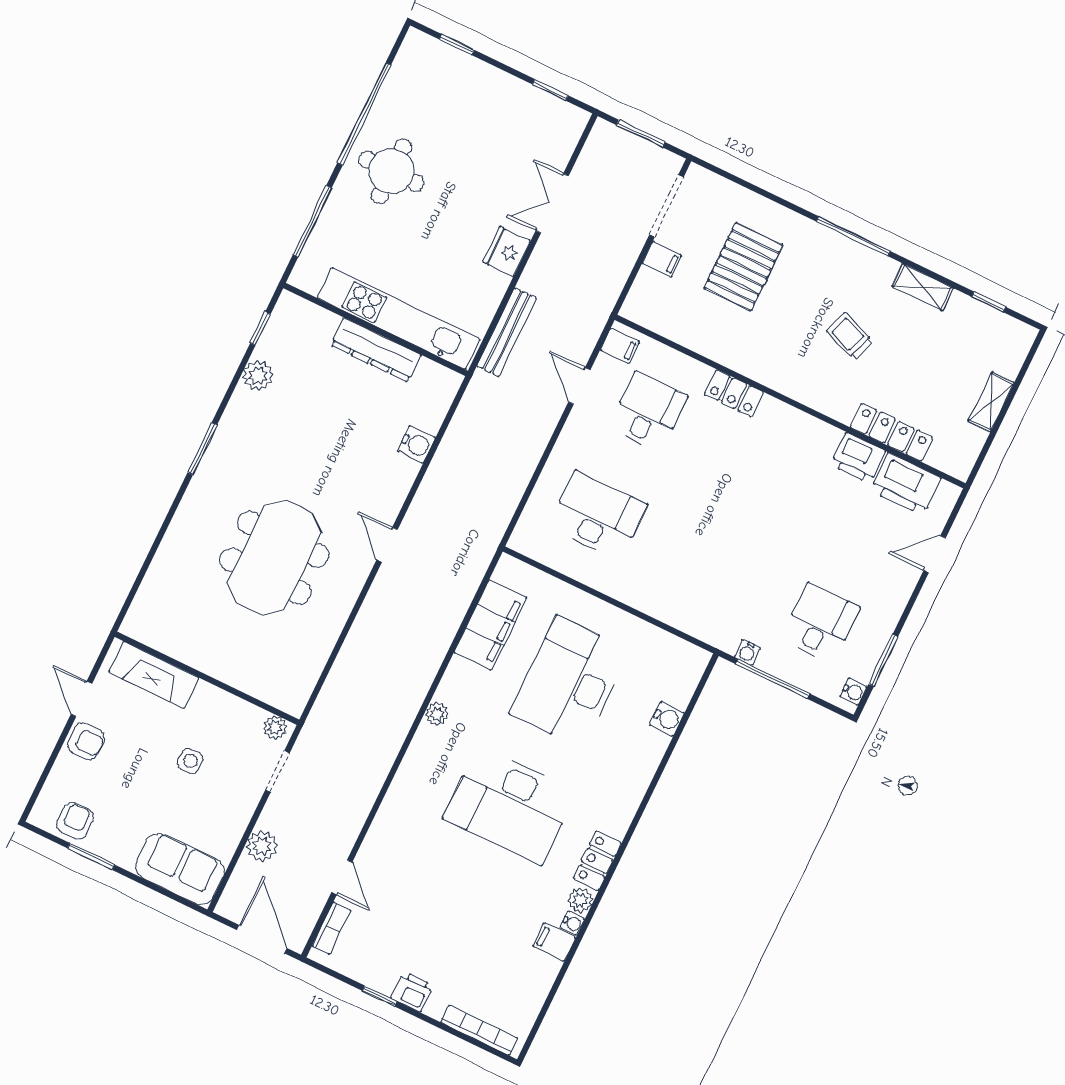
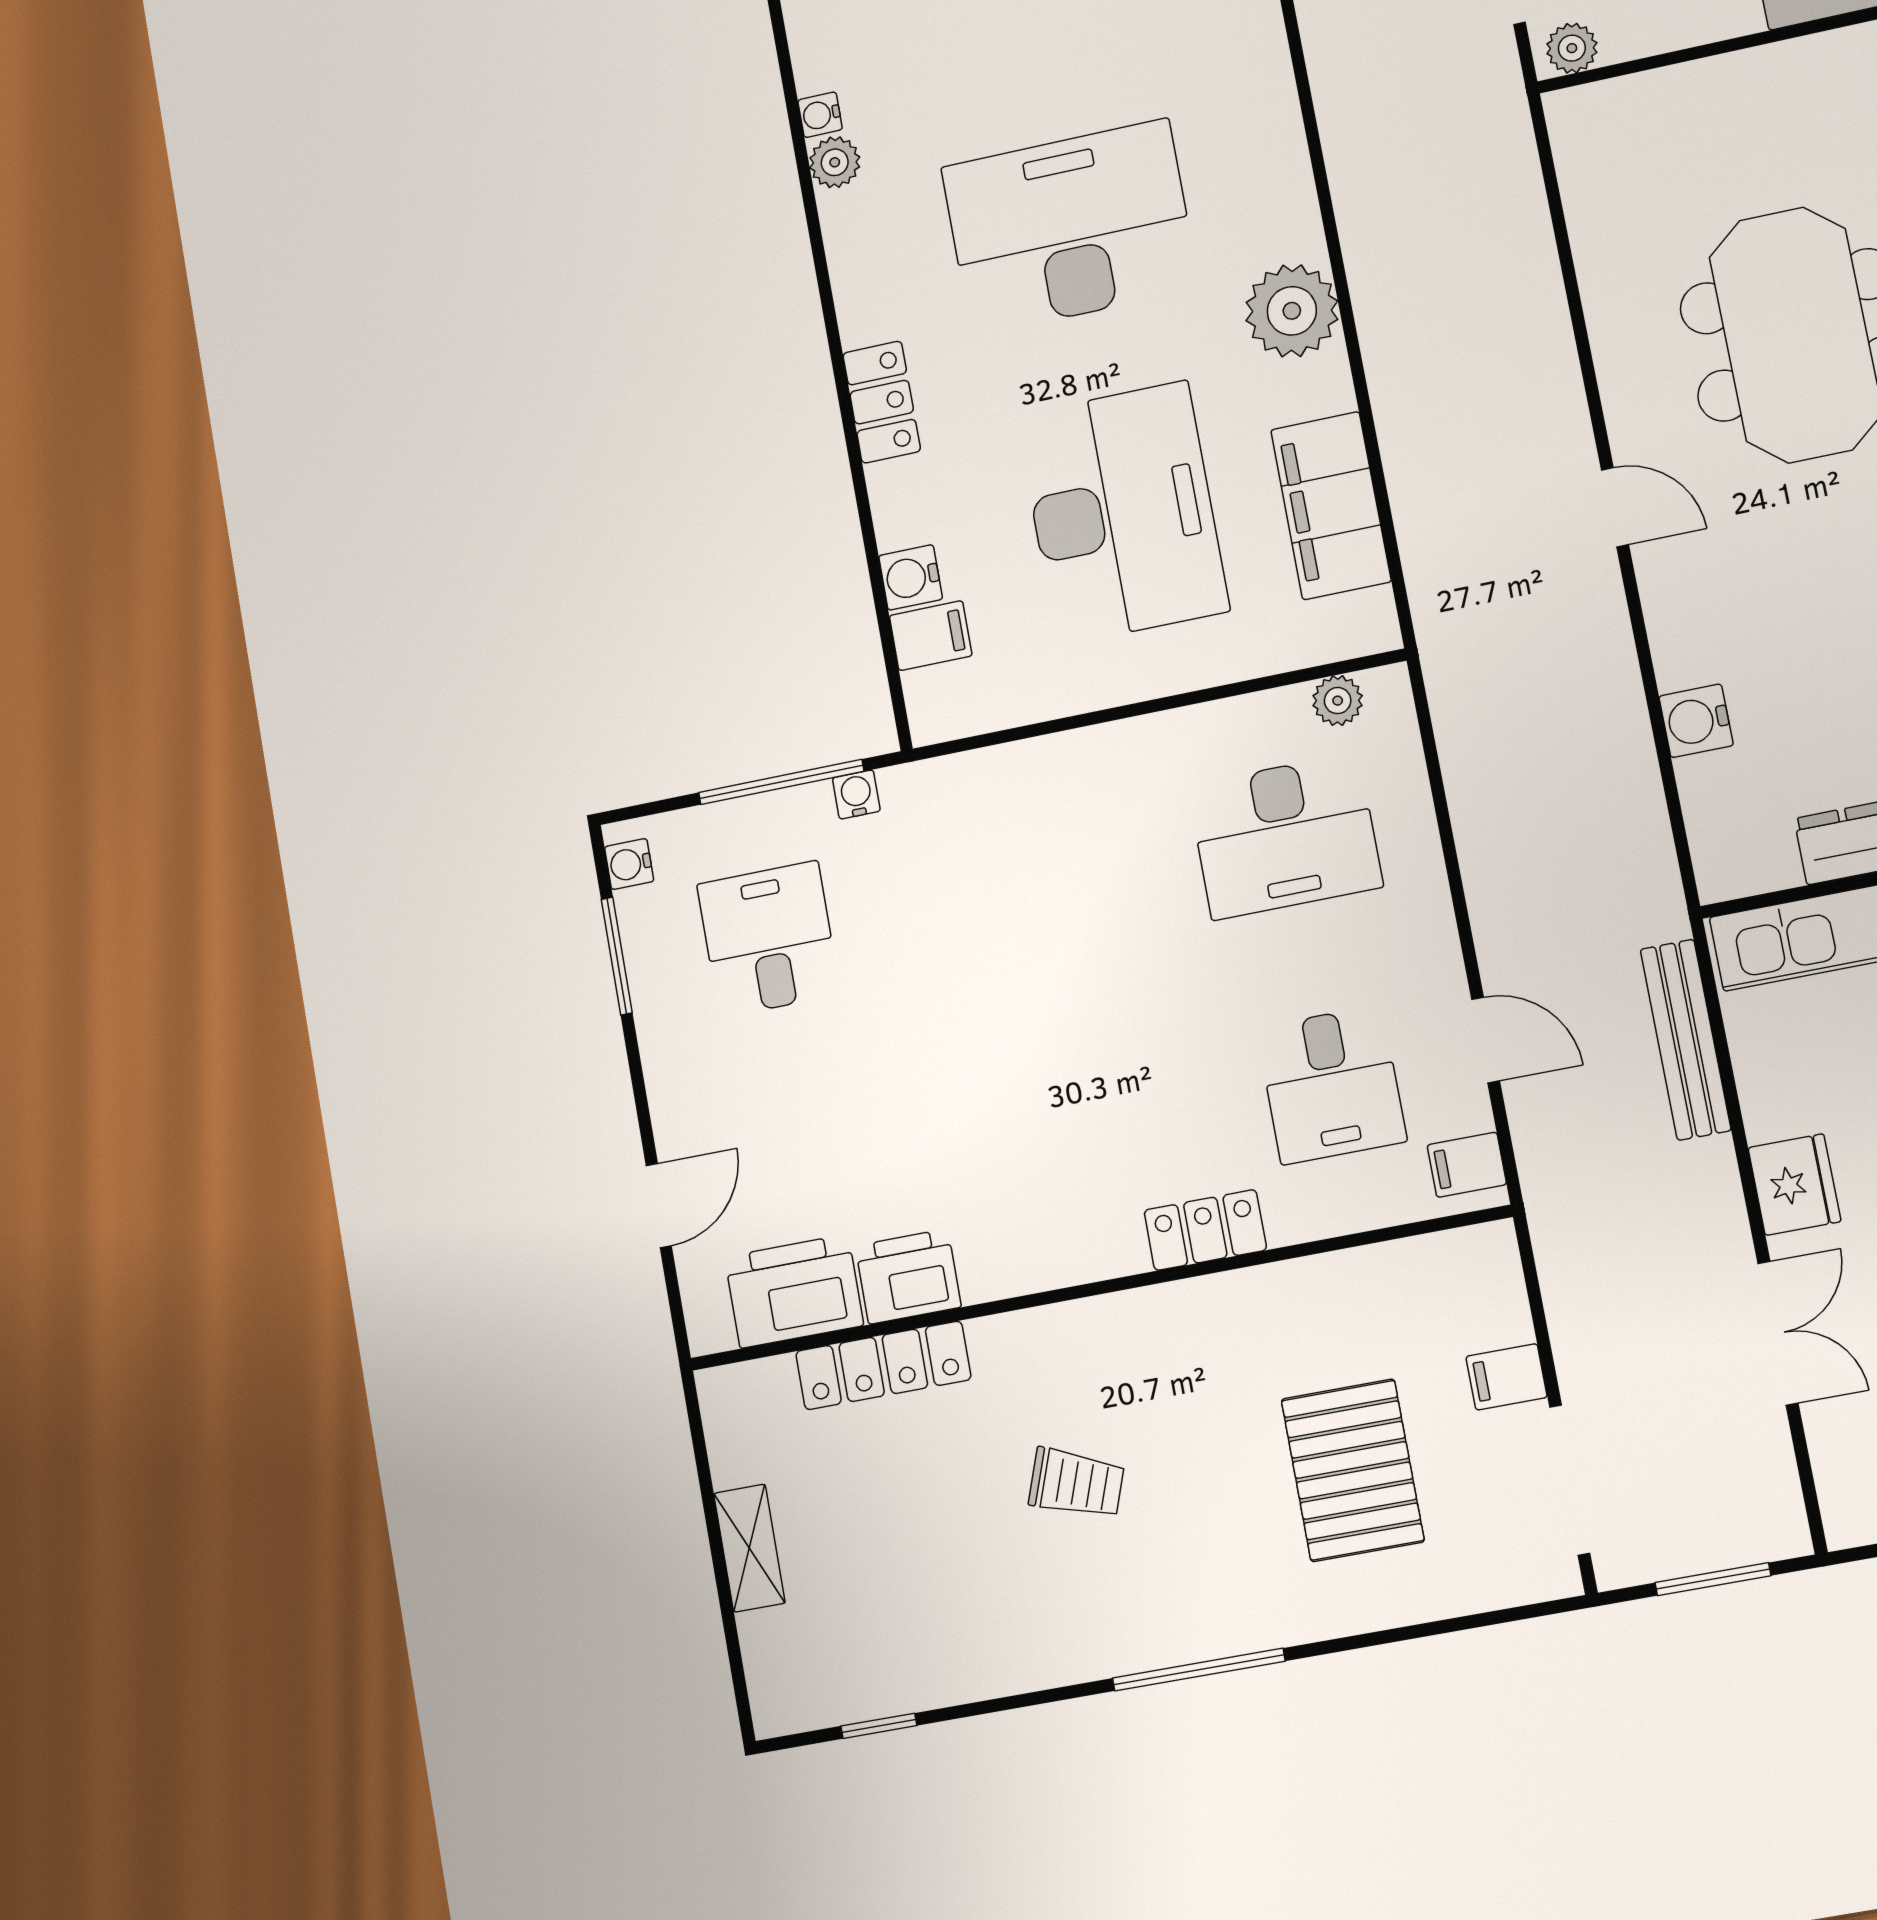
shelving: (923, 287) -> (1012, 1667), removed
plant: (541, 551) -> (1338, 701), added
desk: (820, 623) -> (769, 939), turned 180
plant: (437, 714) -> (1292, 311), width x1.88, depth x1.88
locker: (597, 861) -> (882, 402), moved
filing cabinet: (554, 942) -> (931, 636), moved

